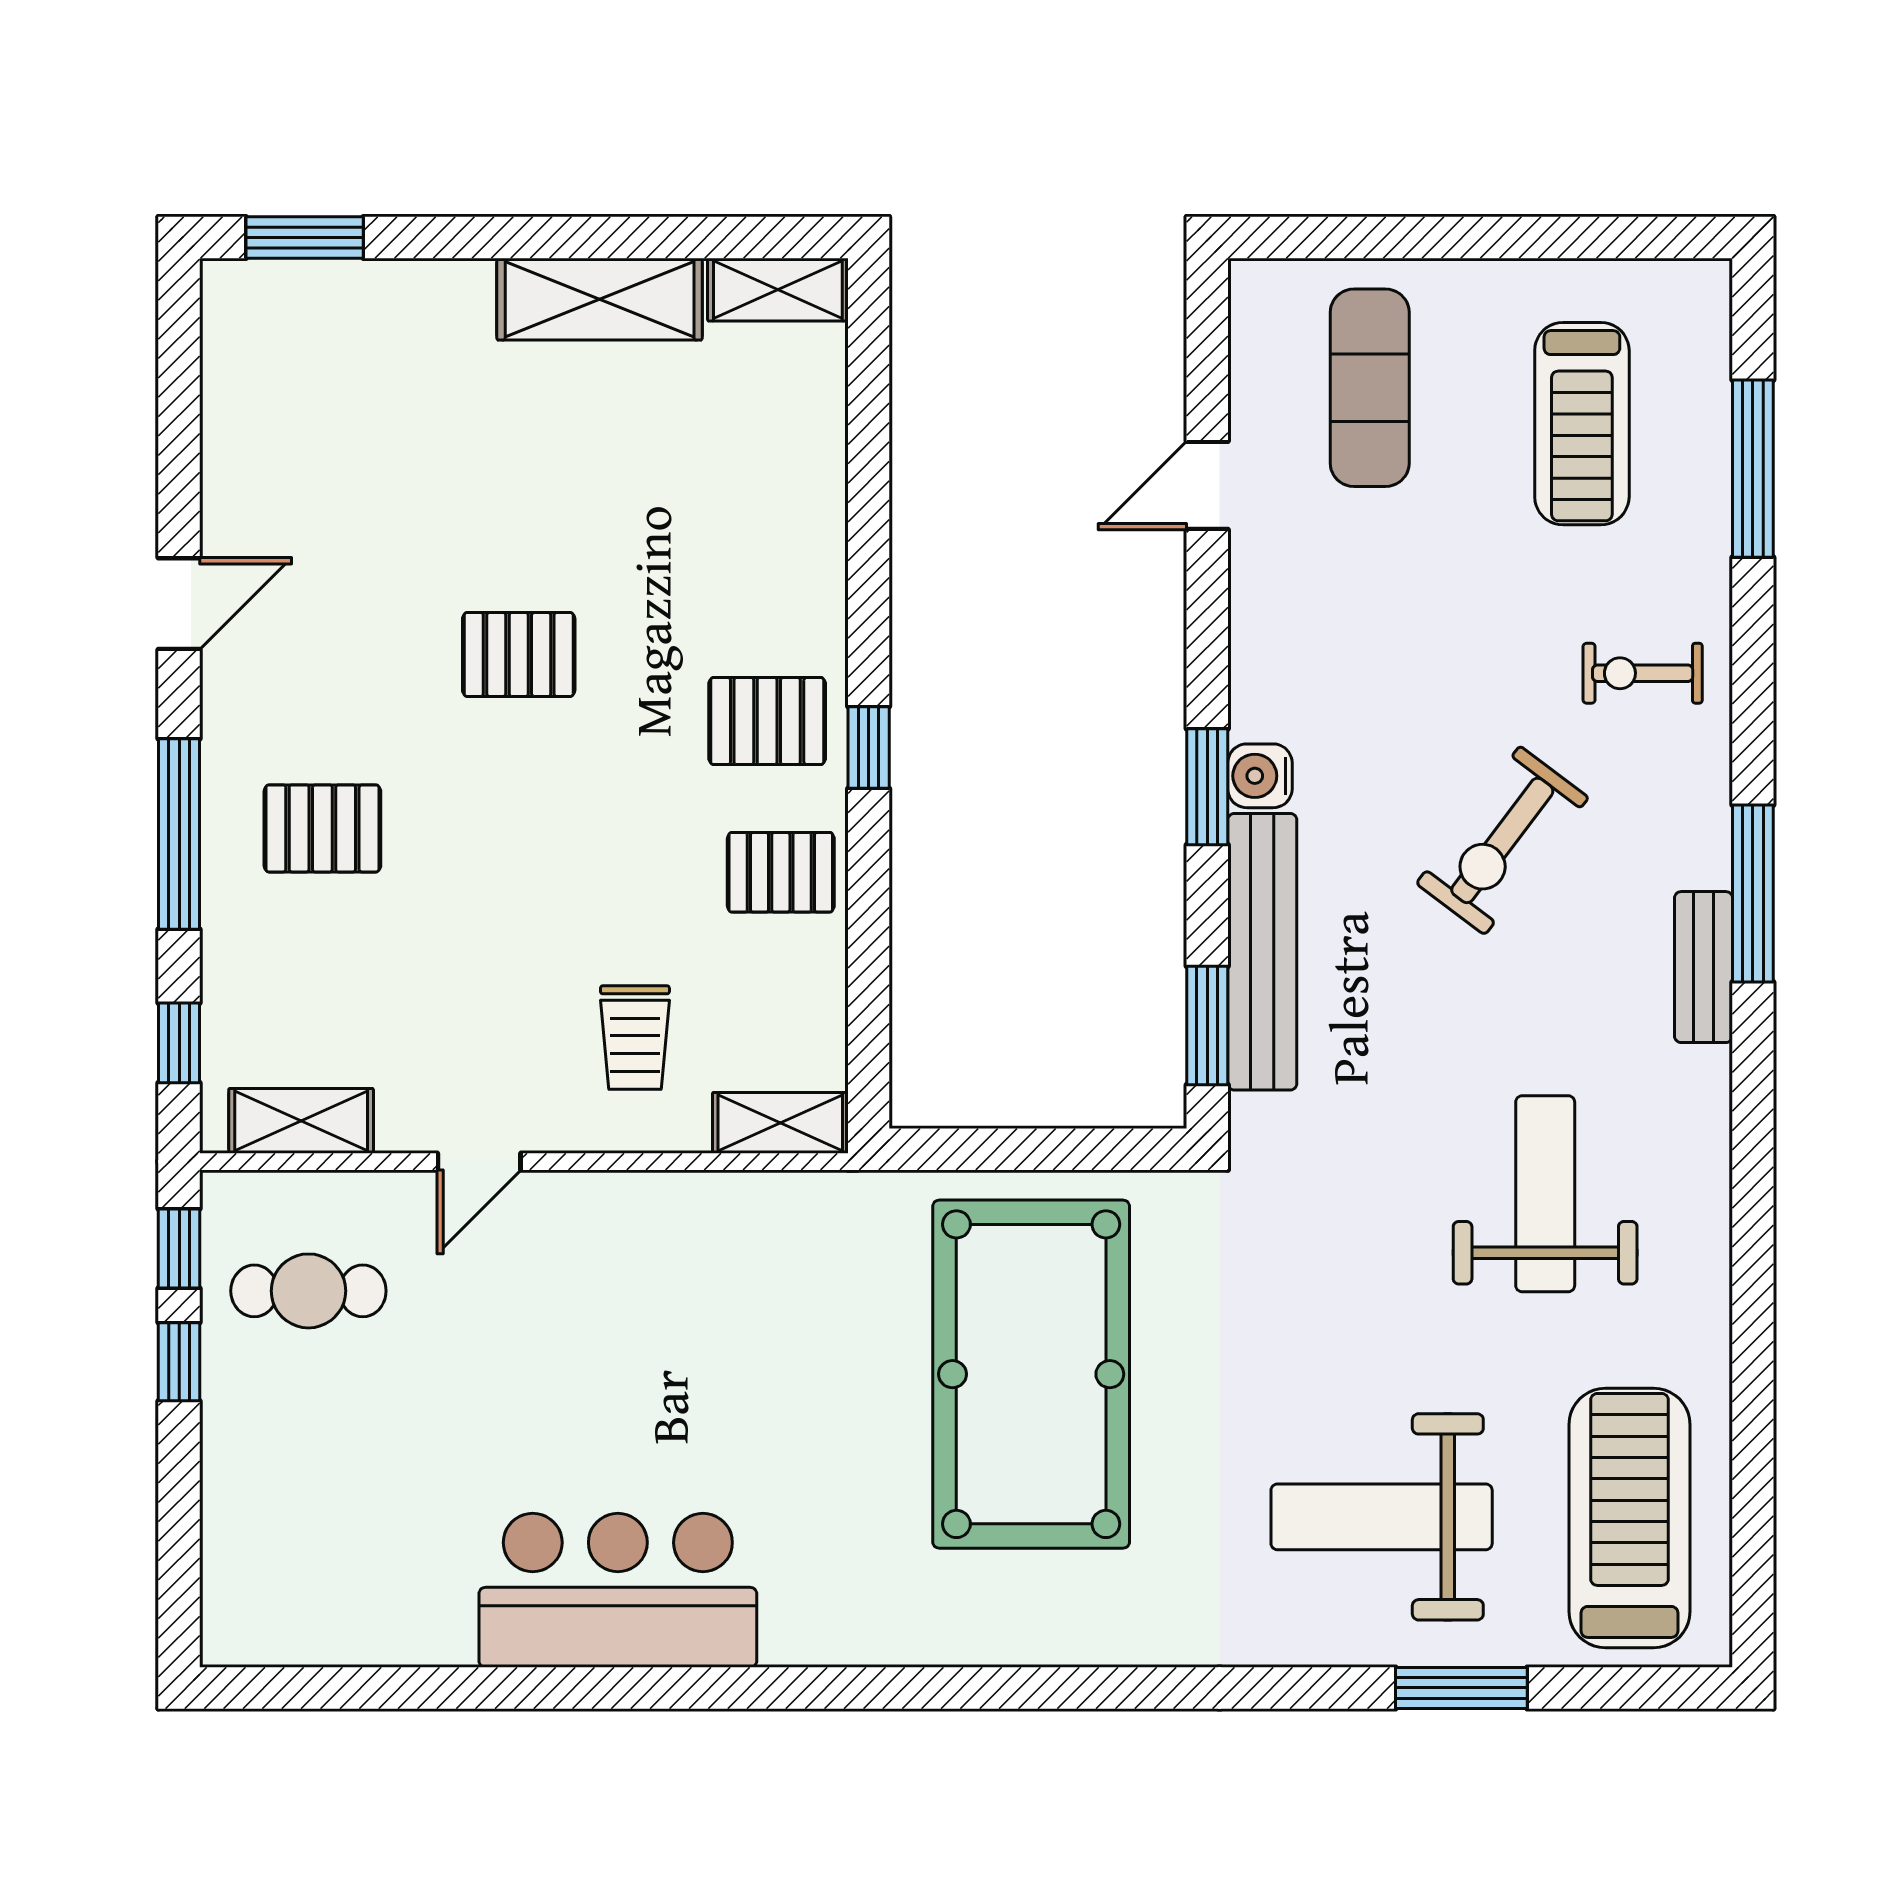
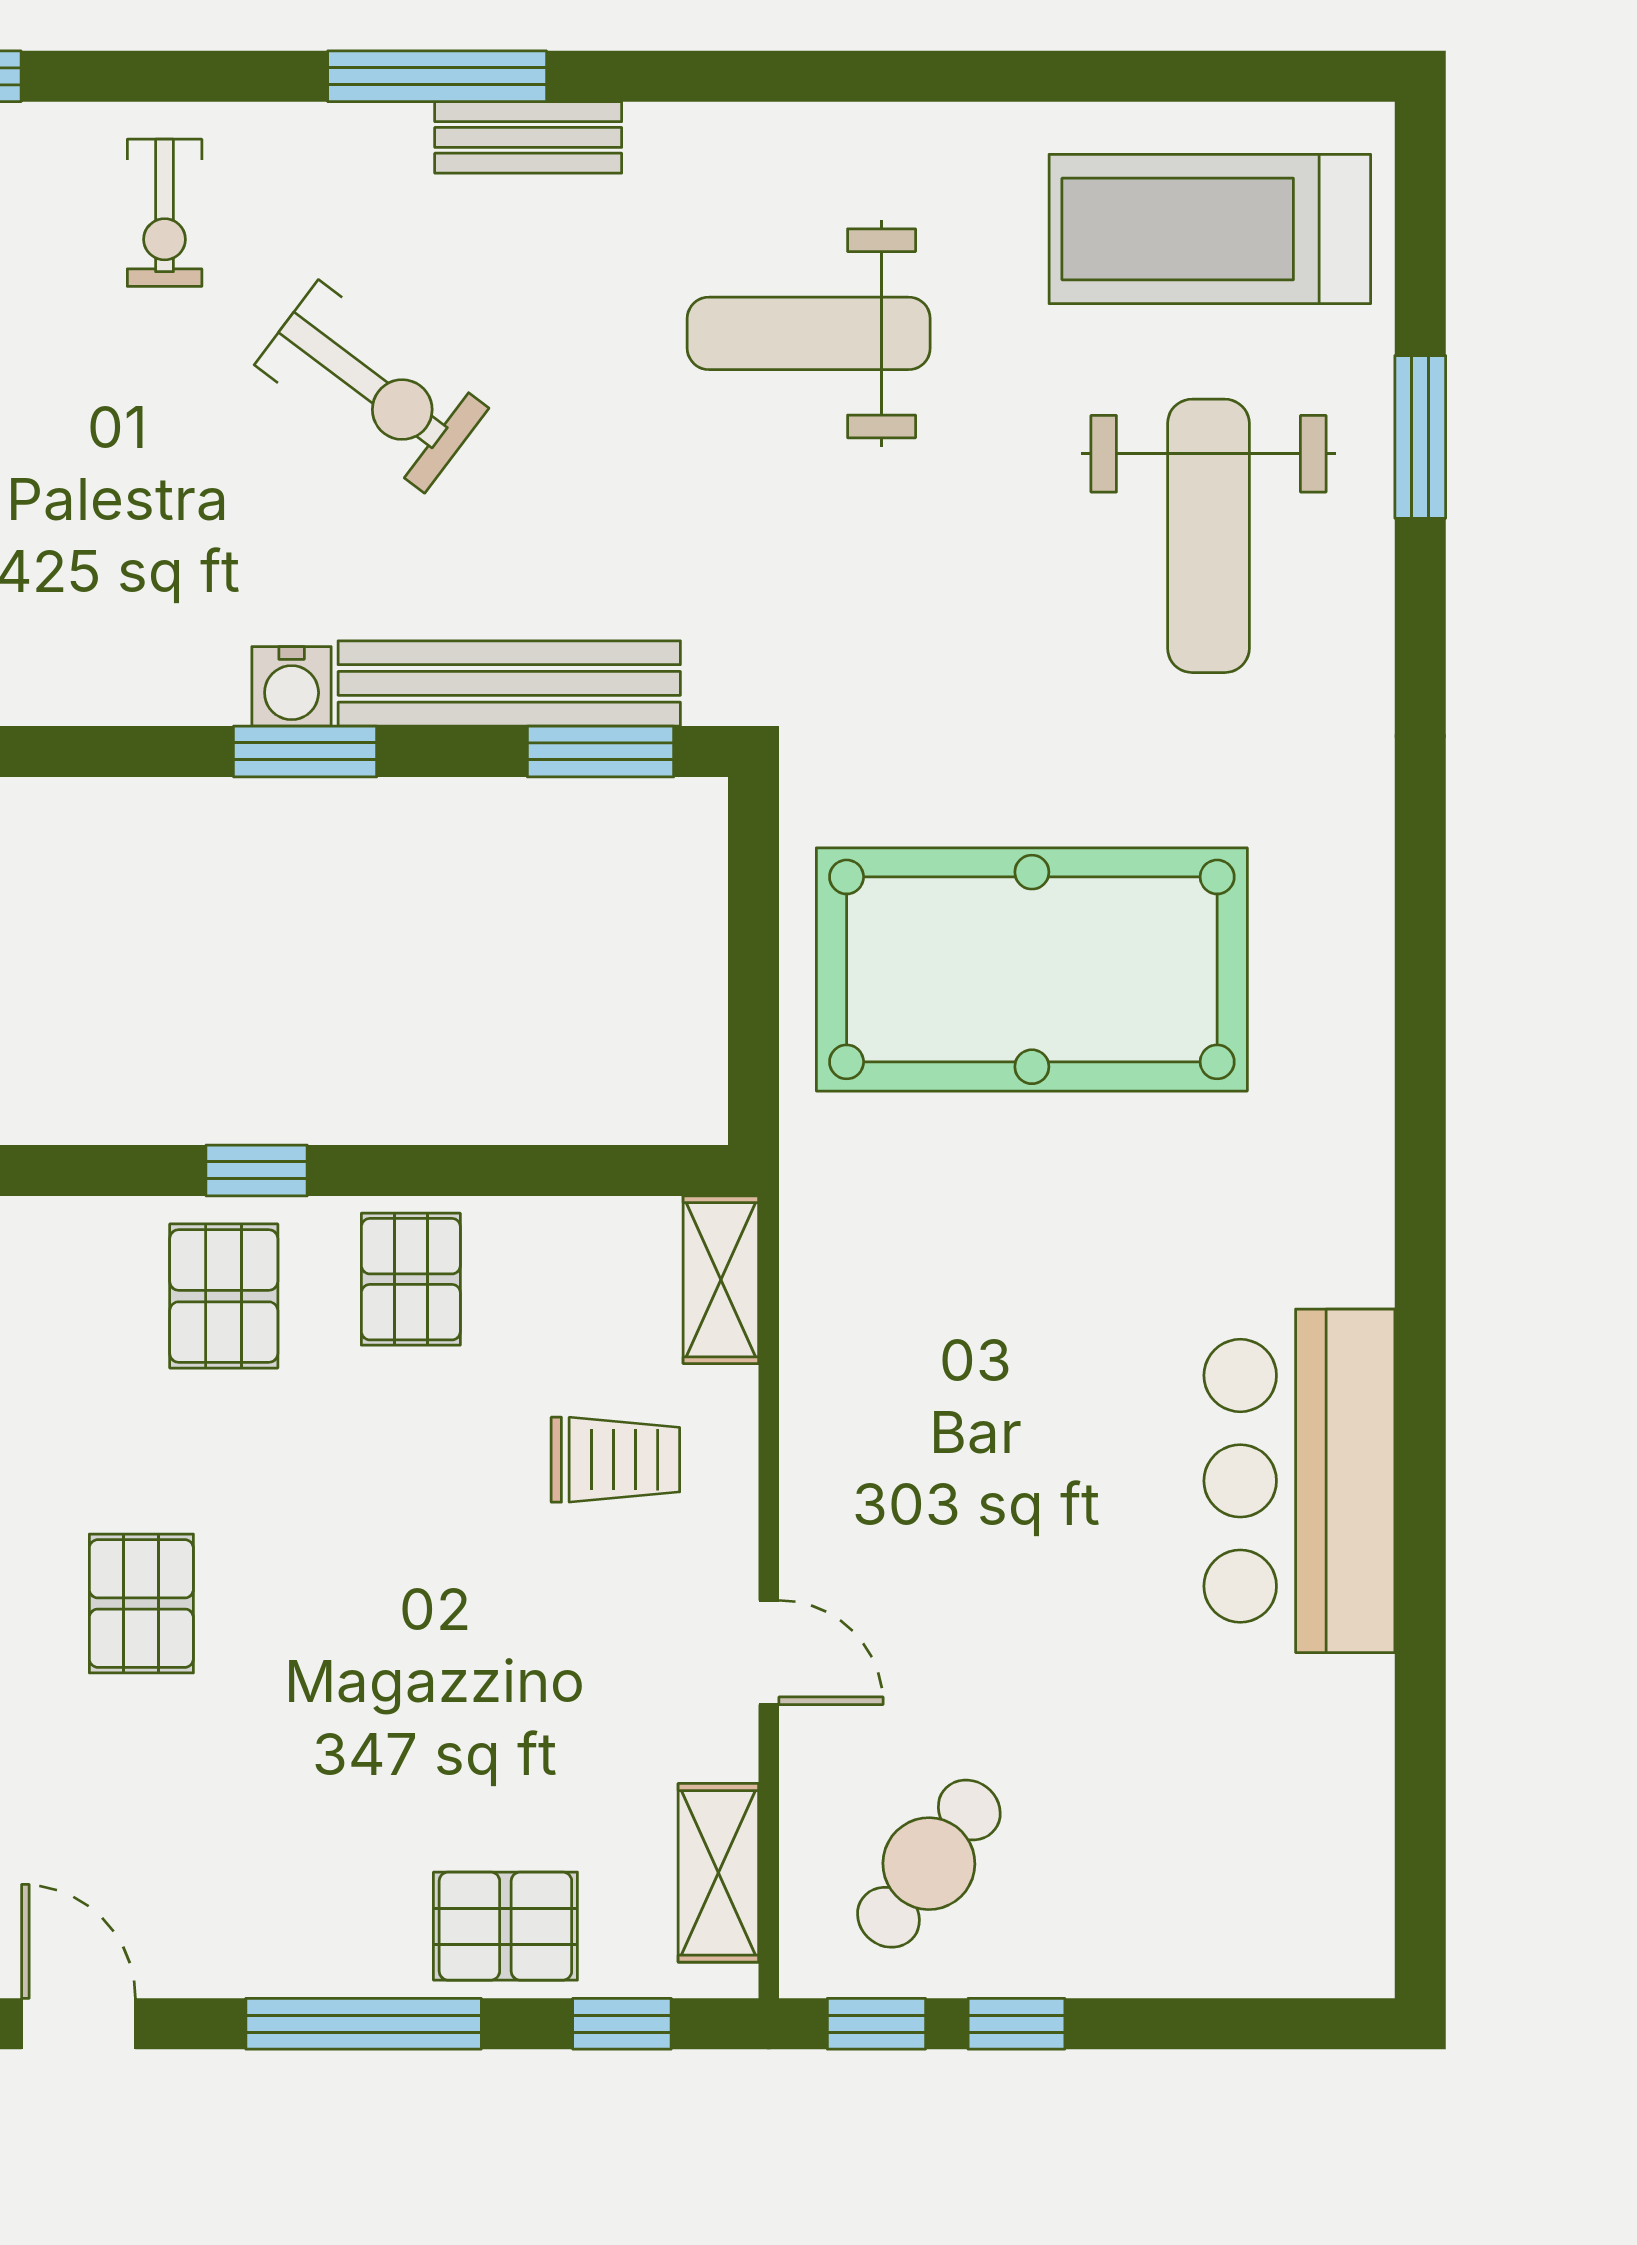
pallet: (322, 828) -> (505, 1926), moved, turned 90
cafe table: (308, 1291) -> (929, 1864), turned 37

